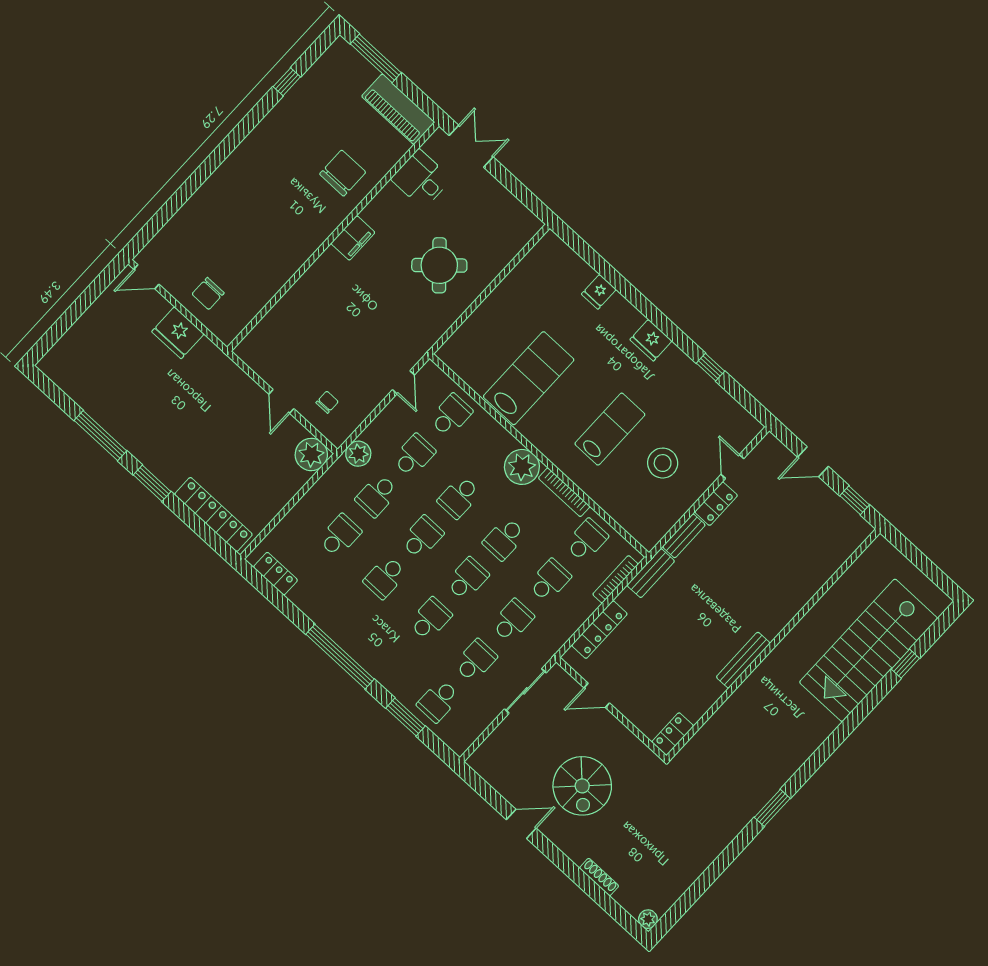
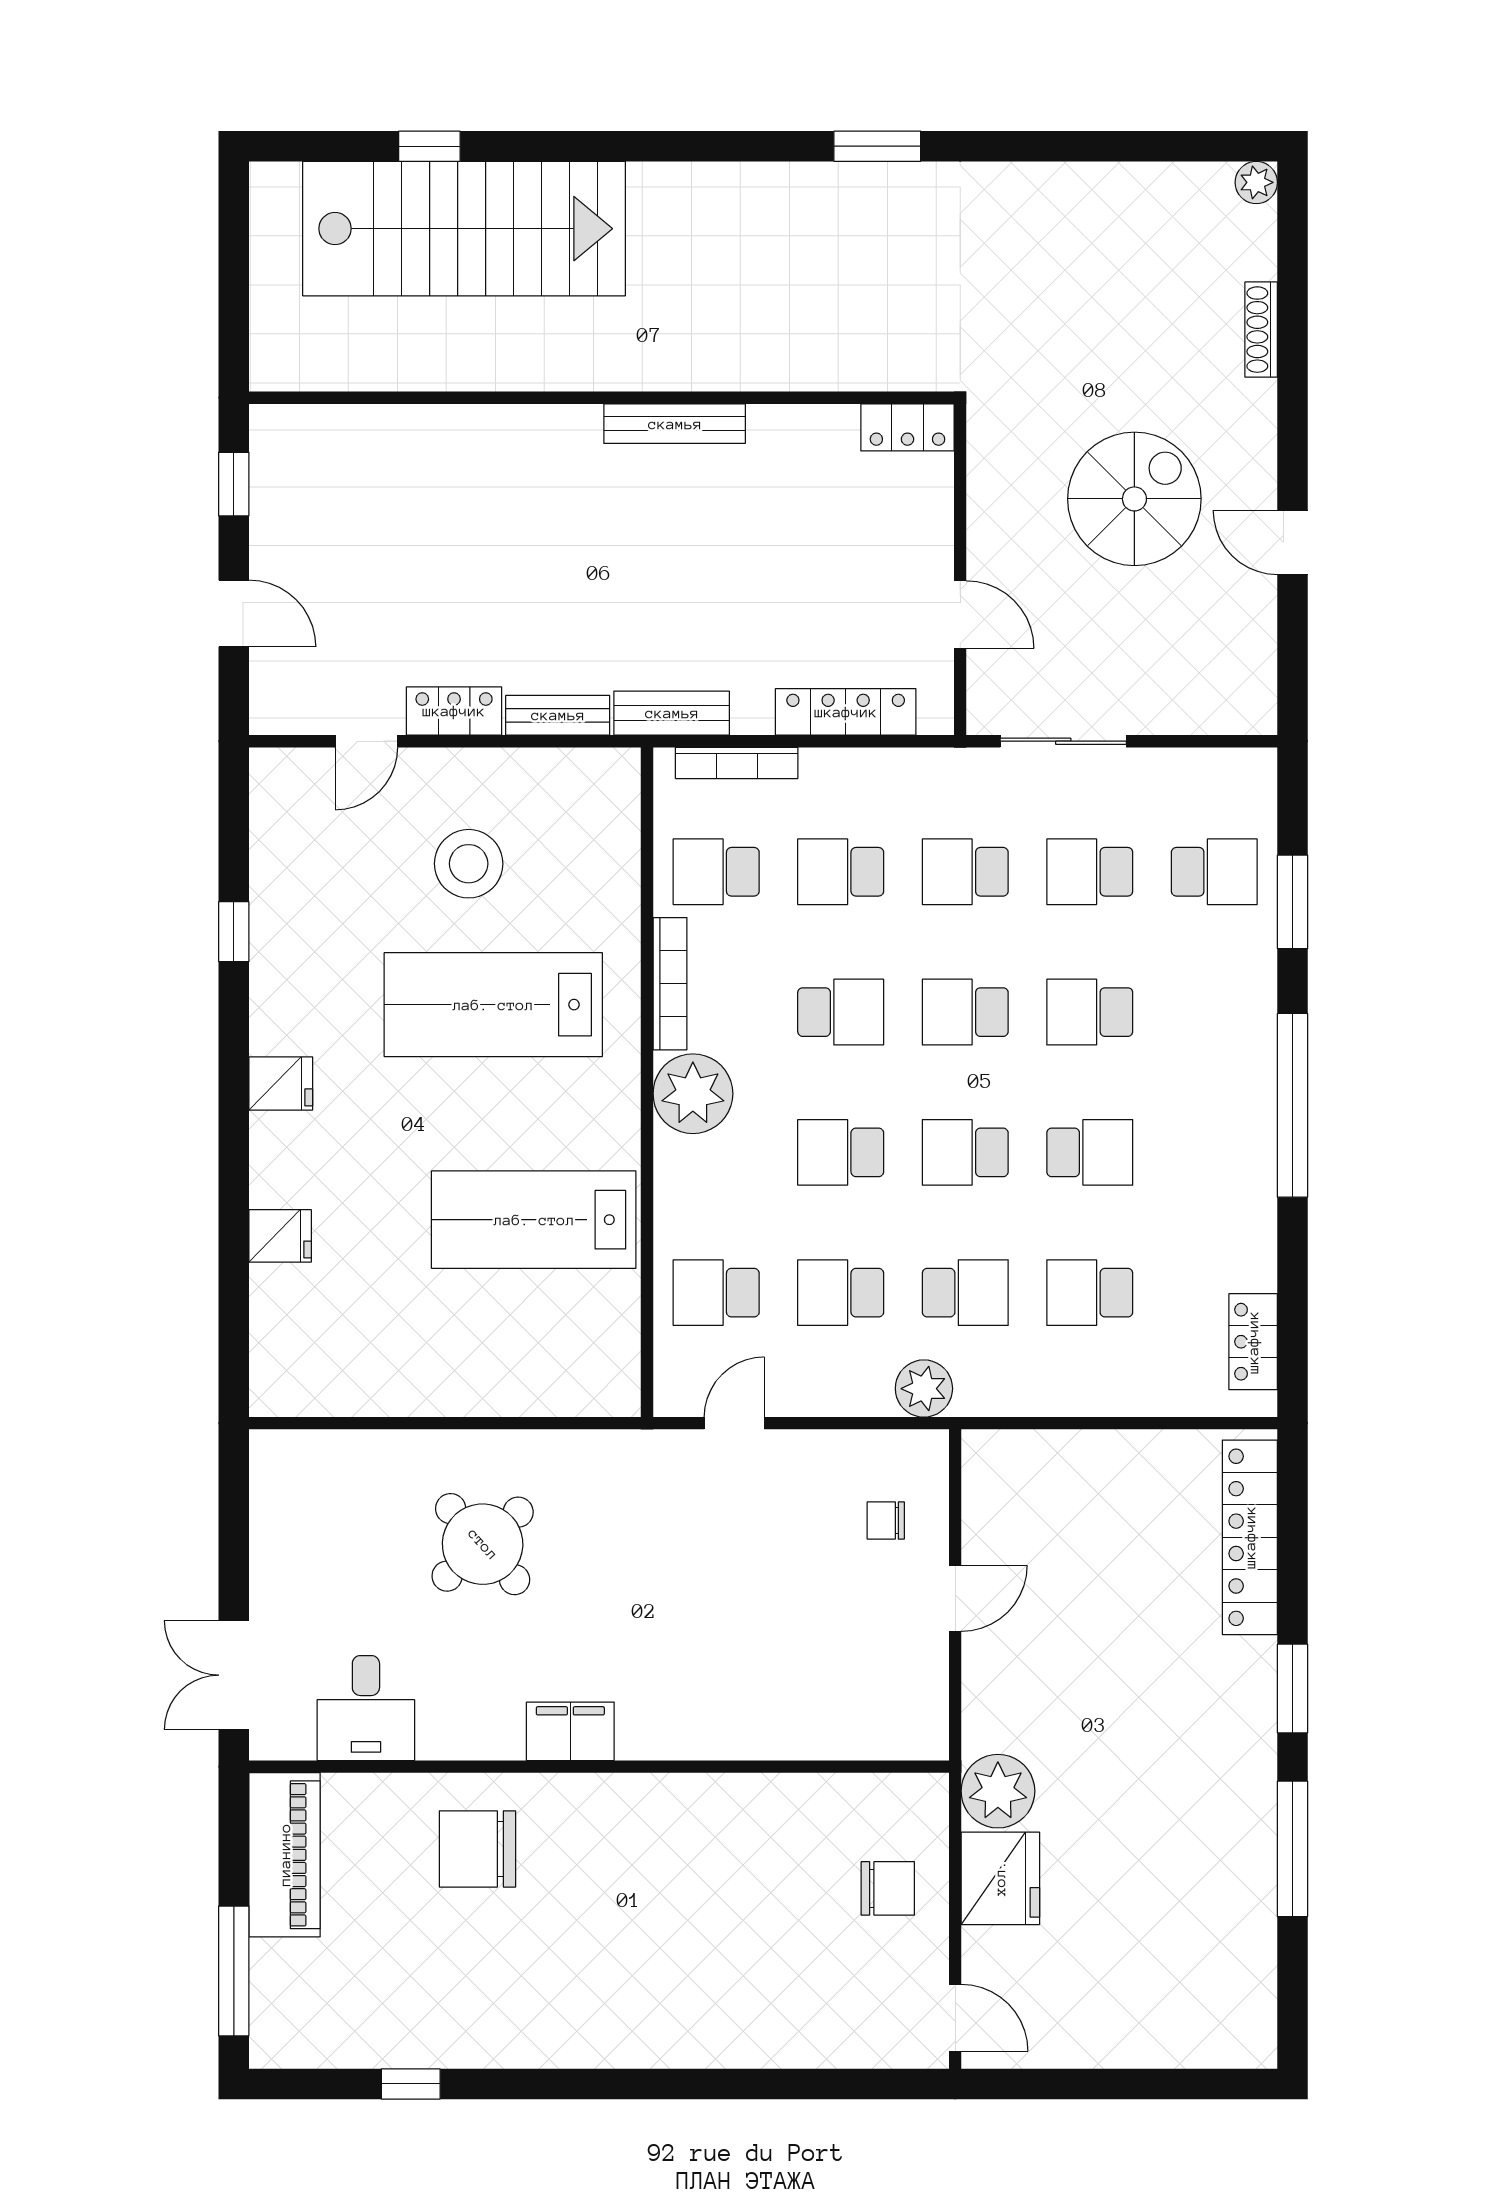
fridge: (651, 340) -> (281, 1084), width x0.72
lab bench: (610, 429) -> (493, 1005), width x1.36, depth x1.39
plant: (311, 455) -> (998, 1791), moved
school desk: (459, 497) -> (841, 1152), turned 180

